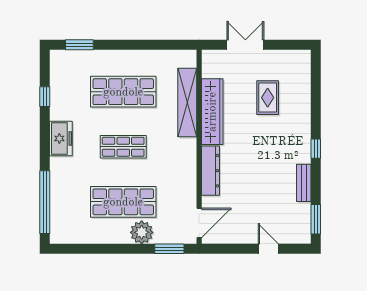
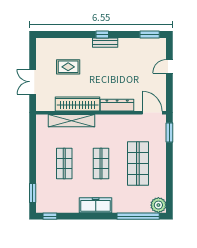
shop shelf: (123, 92) -> (64, 164), width x0.70, depth x0.74
window: (45, 97) -> (50, 216), moved
freezer: (61, 138) -> (96, 205), width x1.40
bench: (304, 183) -> (105, 43), moved
plant: (142, 232) -> (158, 205), moved

